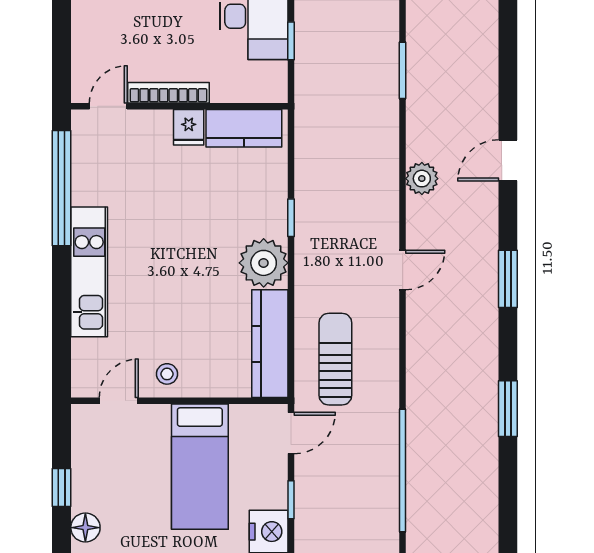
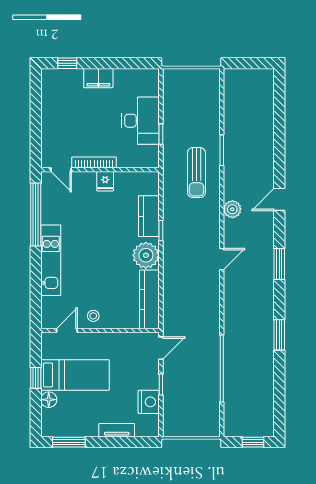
door: (108, 106) -> (61, 170), swing flipped
kitchen counter: (244, 128) -> (149, 216), moved, turned 90
sun lounger: (335, 359) -> (196, 173), moved, turned 180
bed: (200, 467) -> (75, 375), moved, turned -90

